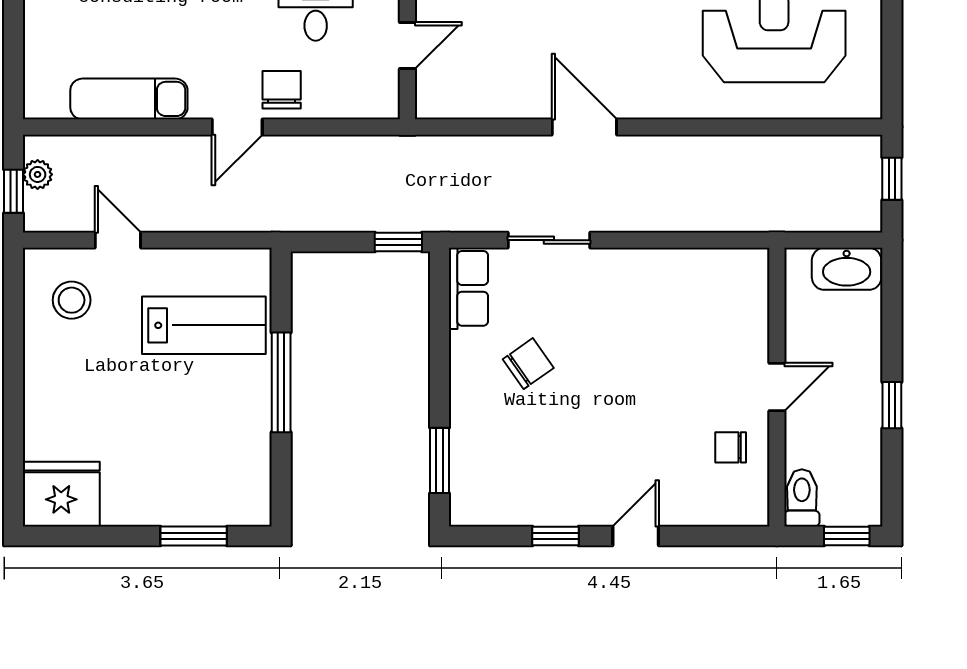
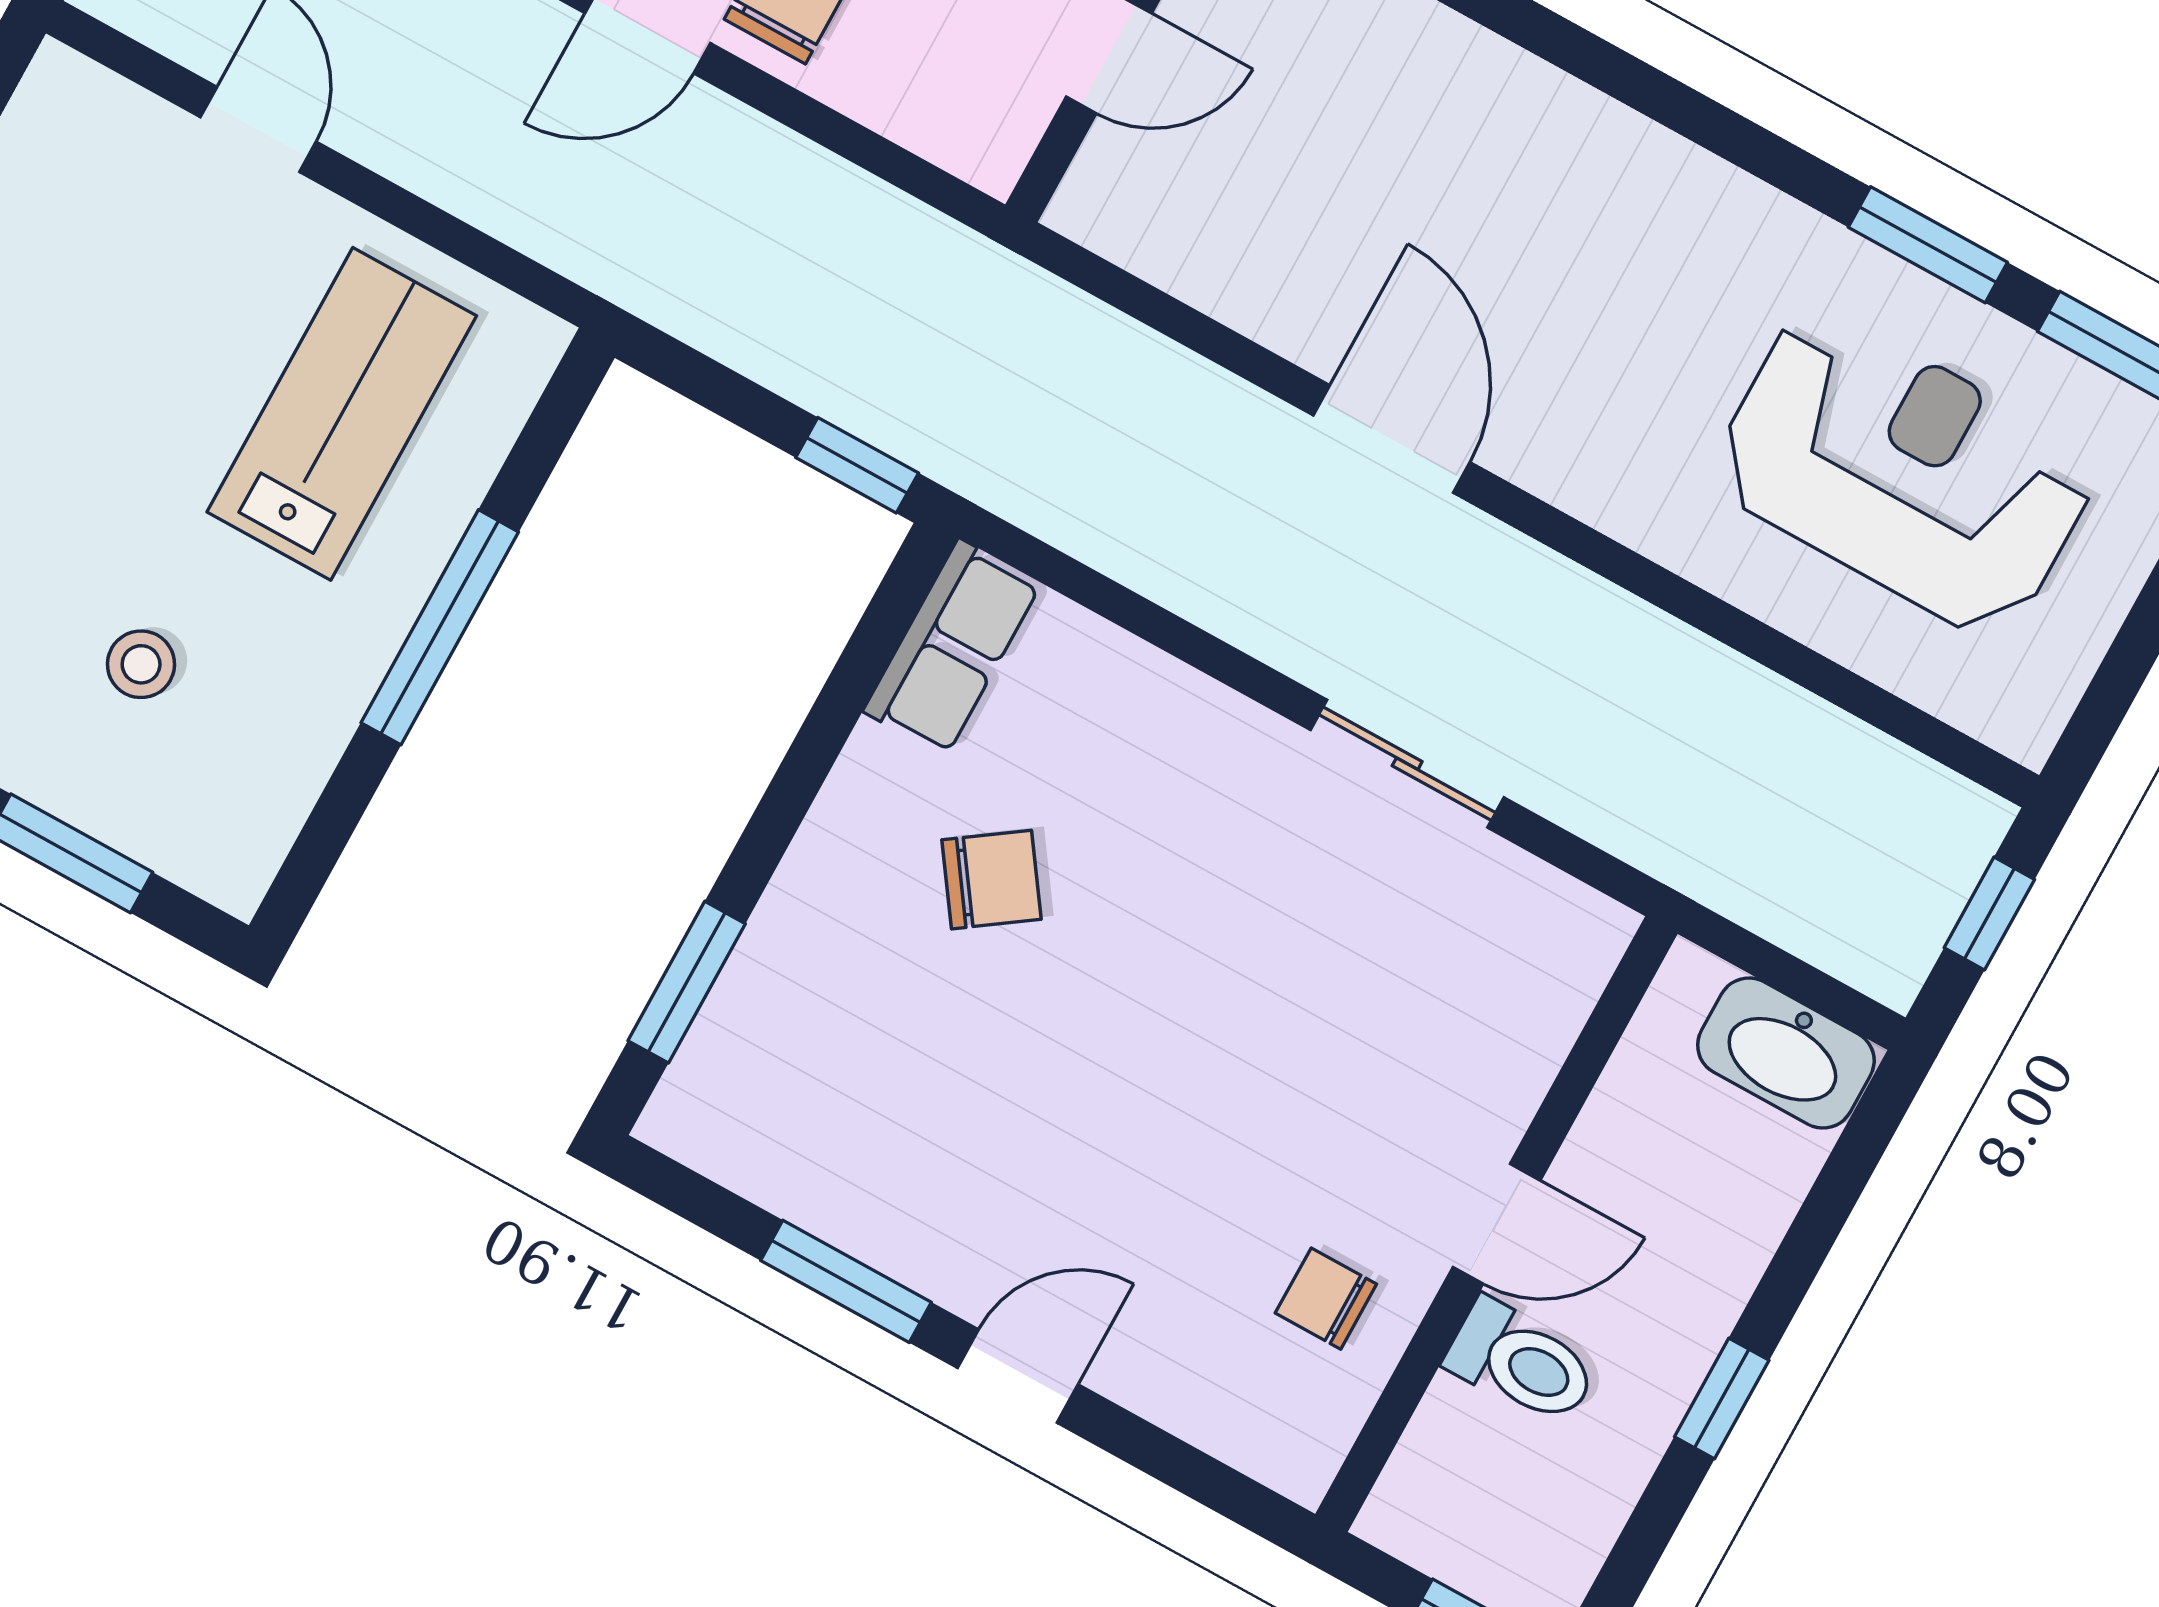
sliding door: (549, 240) -> (1407, 764), moved
stool: (72, 300) -> (141, 664), moved, width x0.73, depth x0.73
lab bench: (204, 325) -> (342, 414), turned -90
toilet: (802, 498) -> (1522, 1362), moved, turned 90
window: (556, 536) -> (846, 1281), width x1.50

